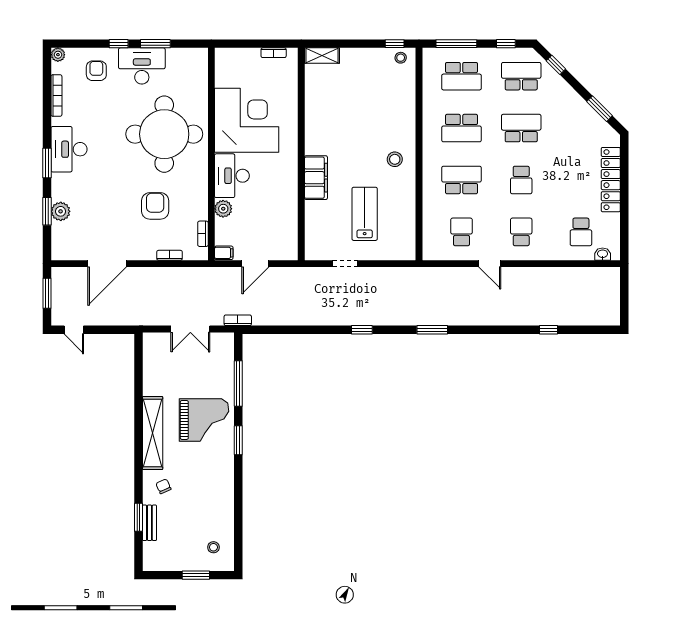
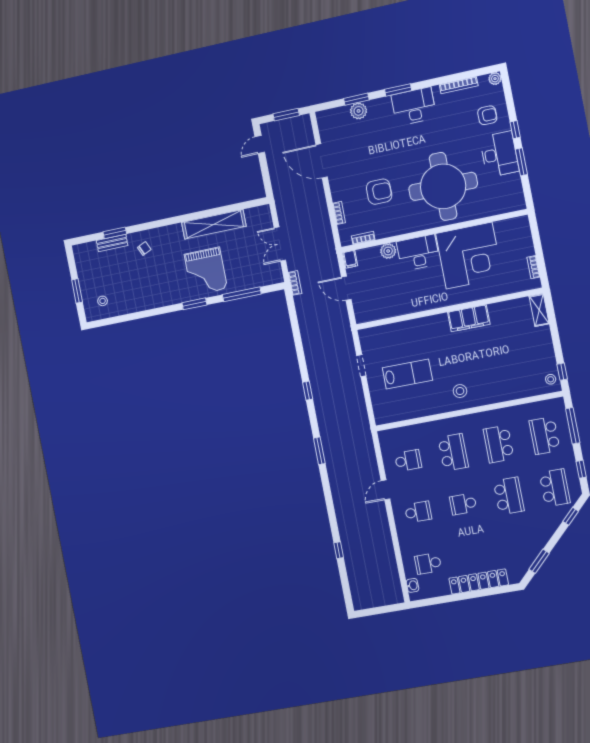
filing cabinet: (316, 178) -> (469, 318), moved
shelving: (153, 433) -> (214, 224), moved

